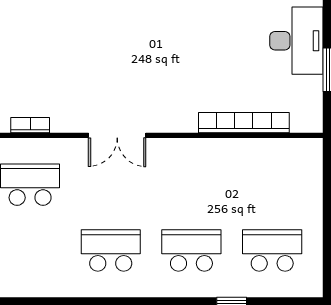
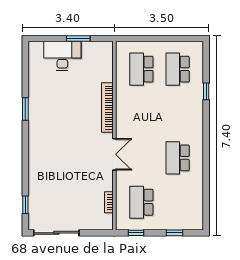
bookcase: (244, 123) -> (107, 108), moved
school desk: (191, 250) -> (141, 69), moved

